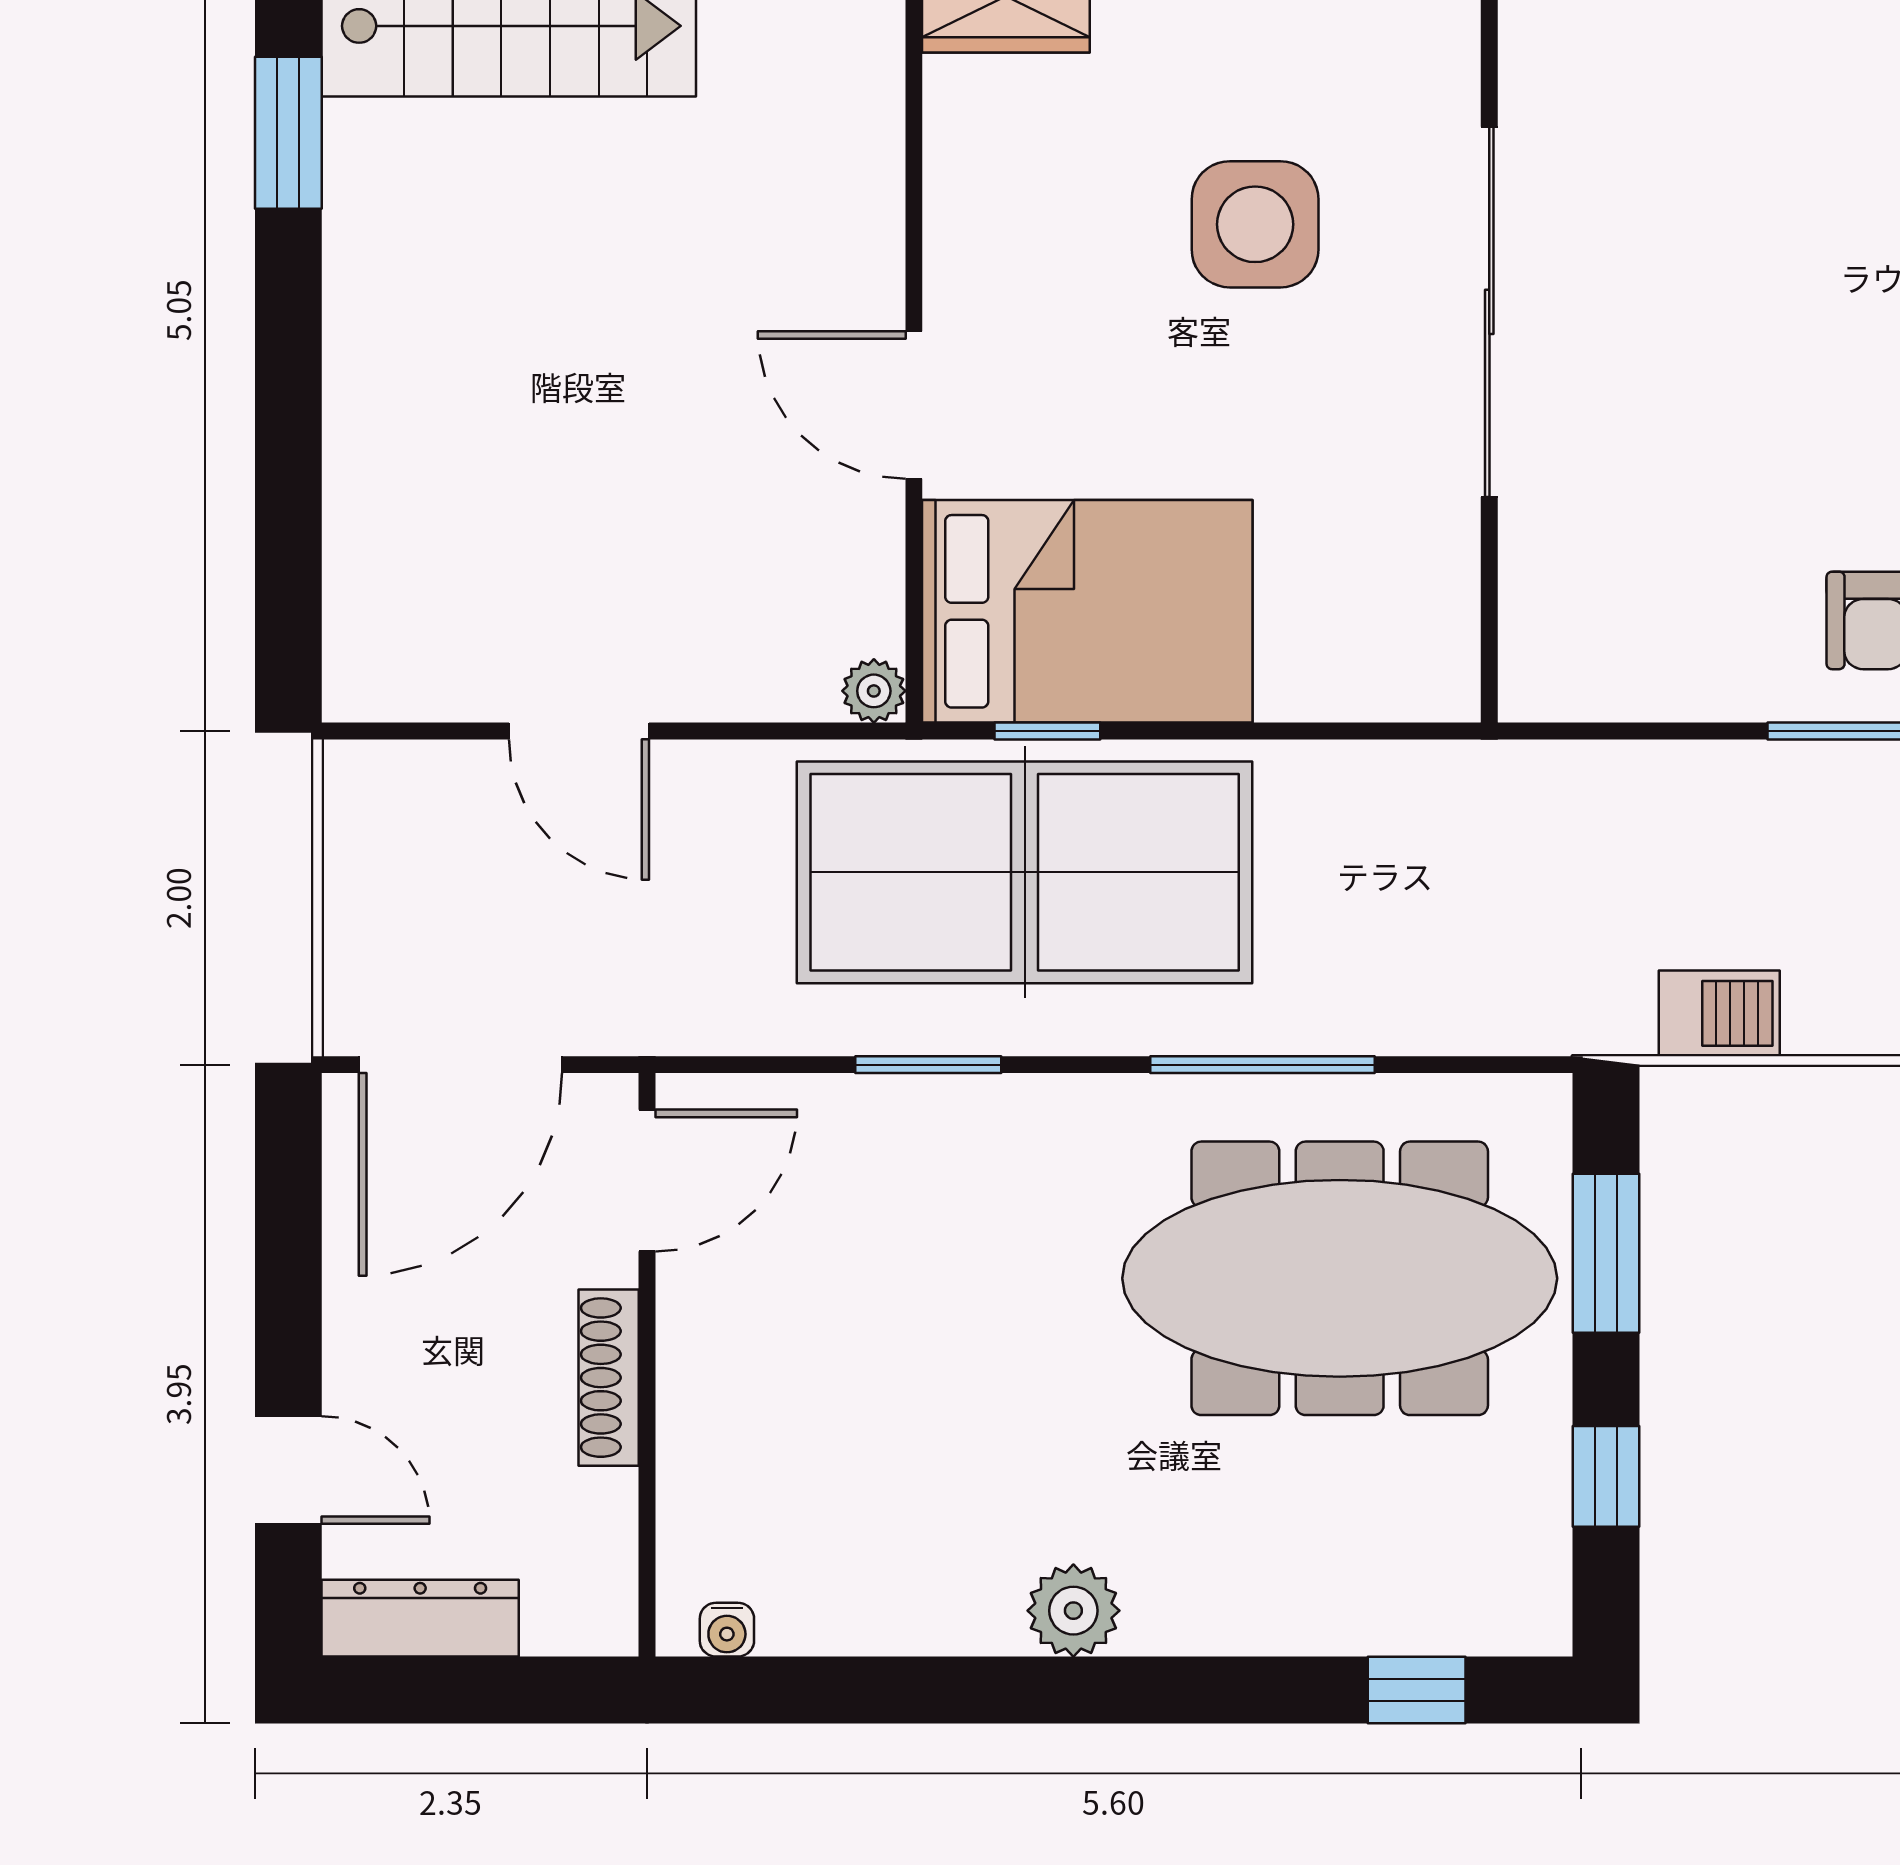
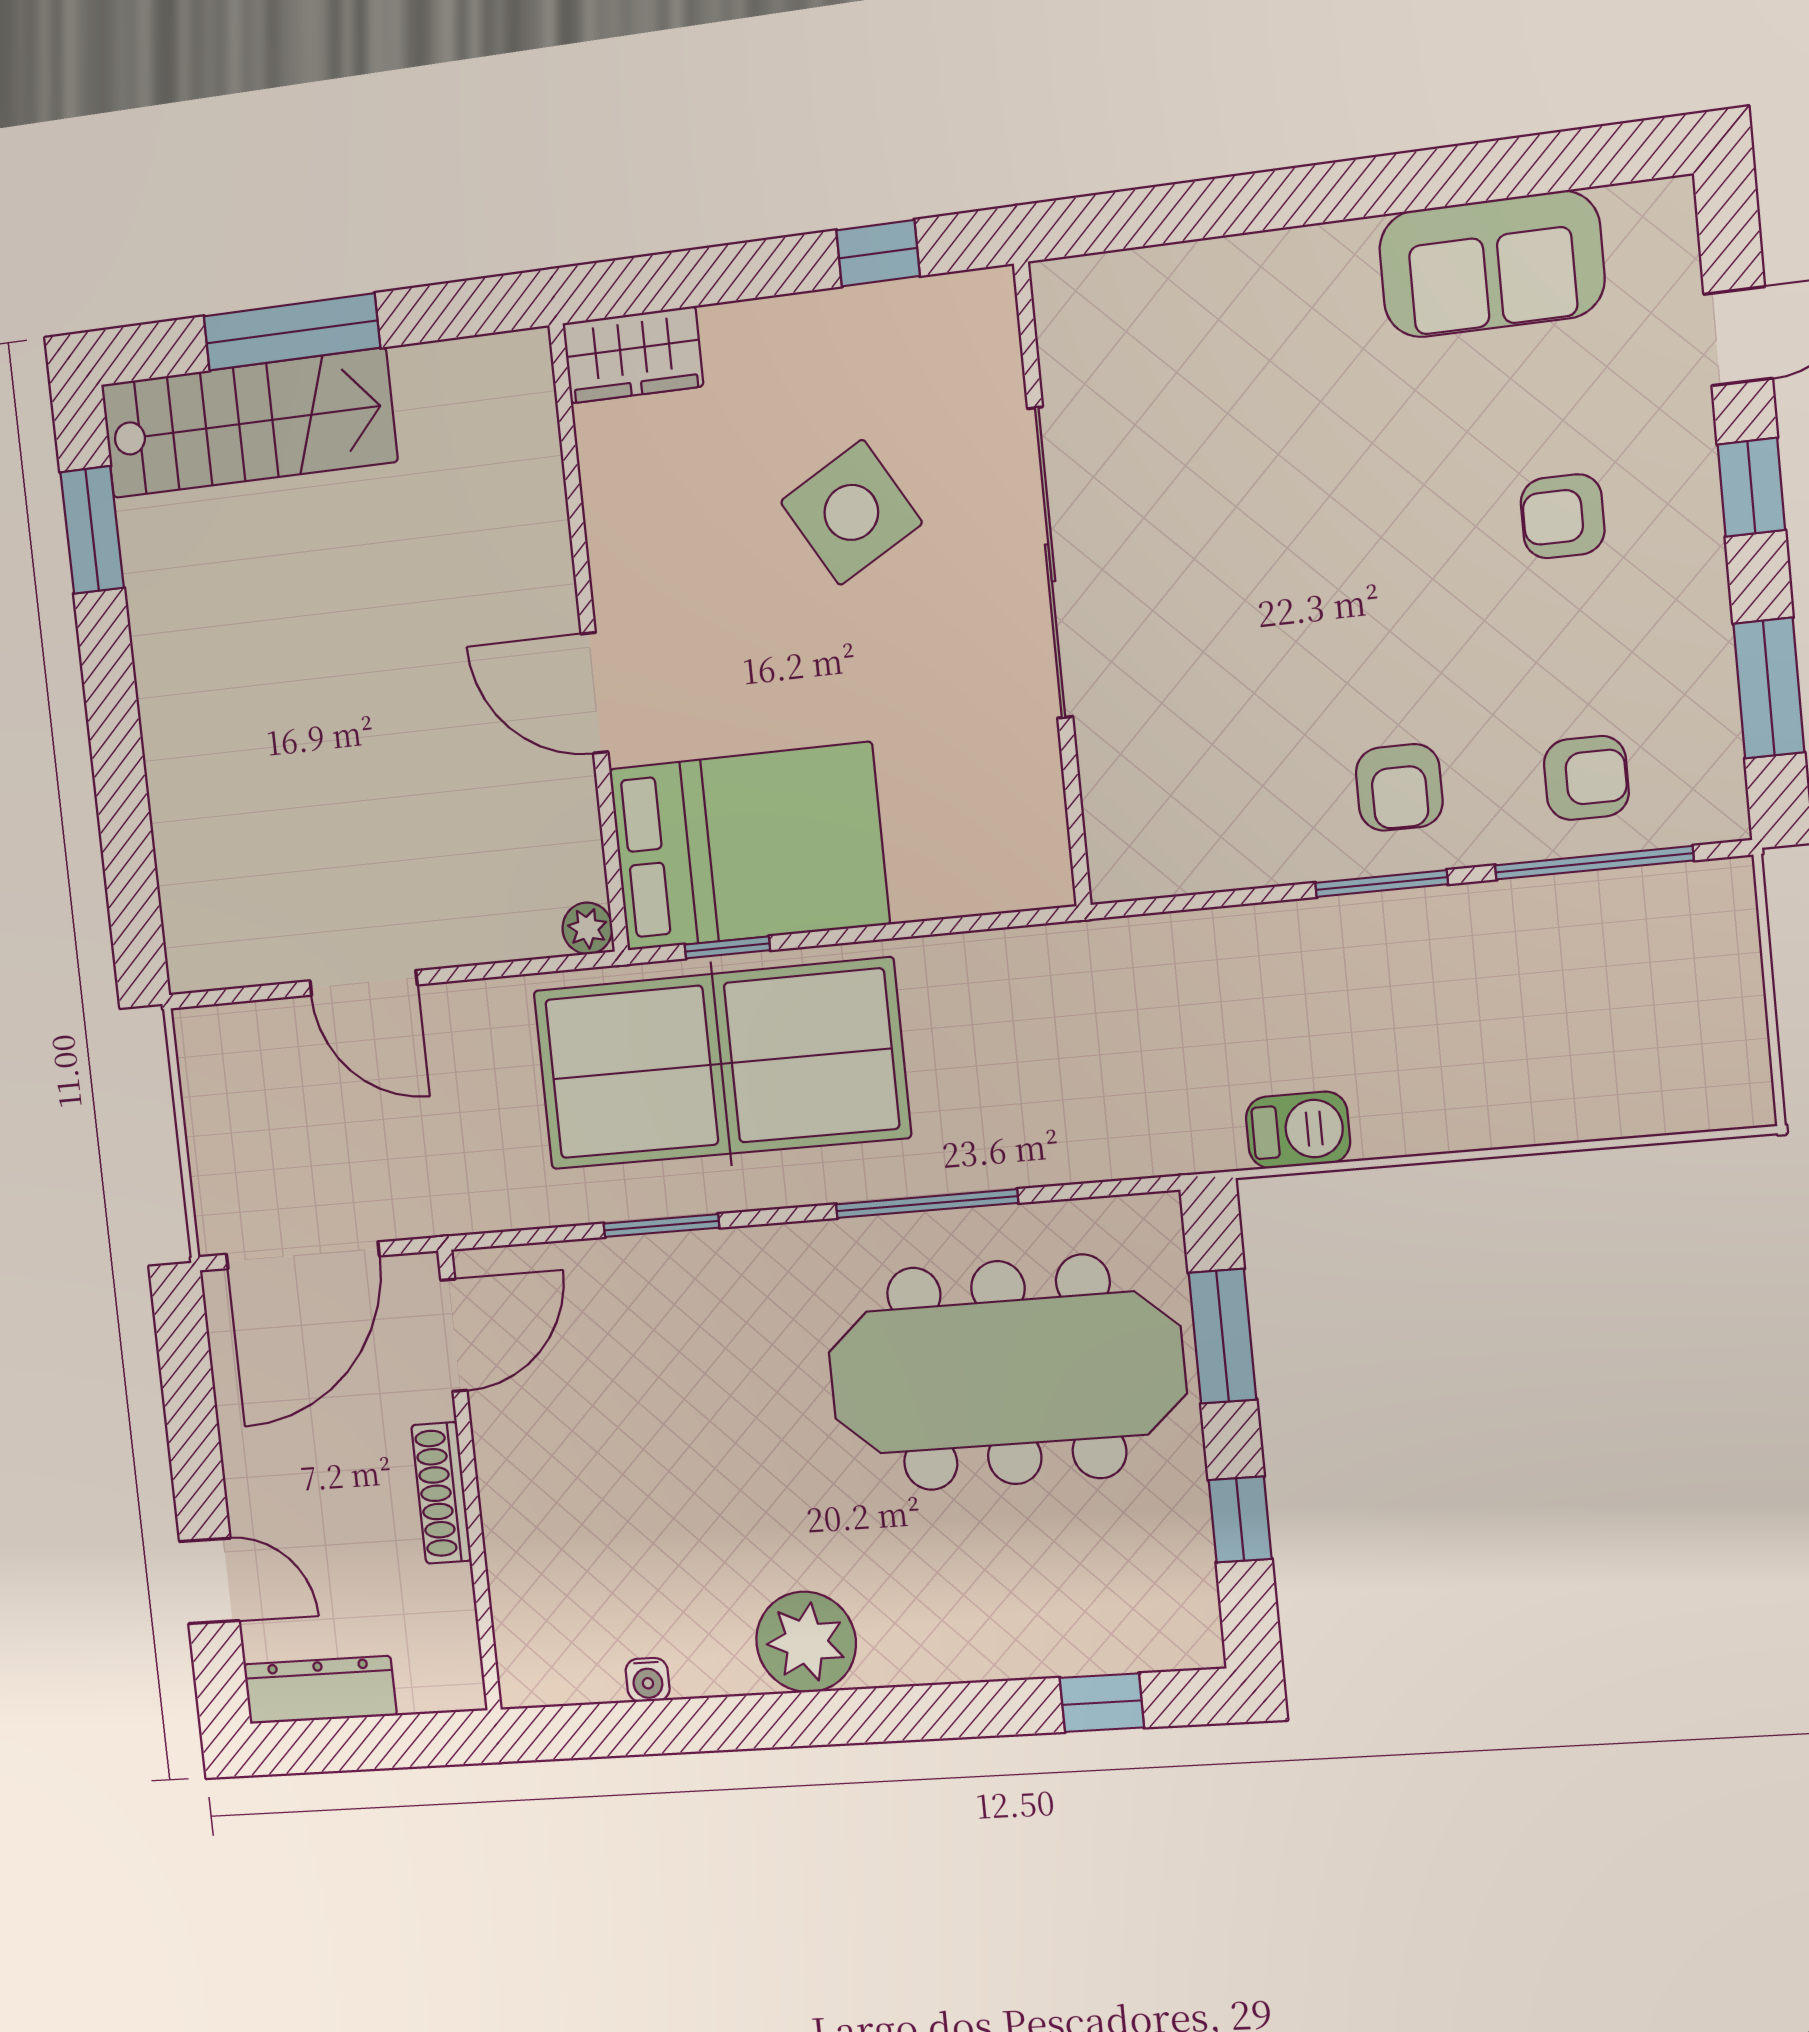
side table: (1255, 224) -> (851, 512), turned -30
plant: (1073, 1611) -> (806, 1642), width x1.36, depth x1.36
water cooler: (727, 1630) -> (648, 1680), moved

